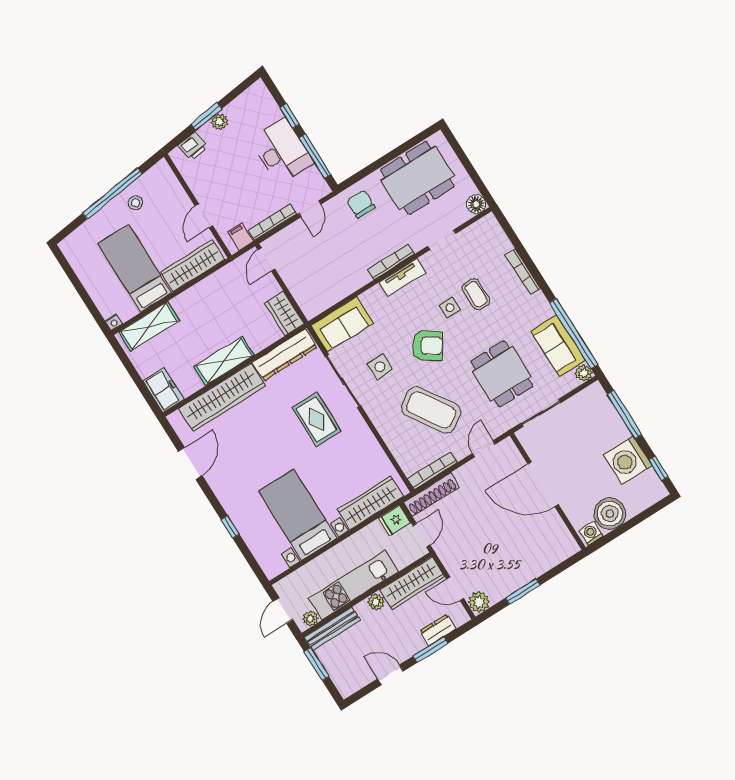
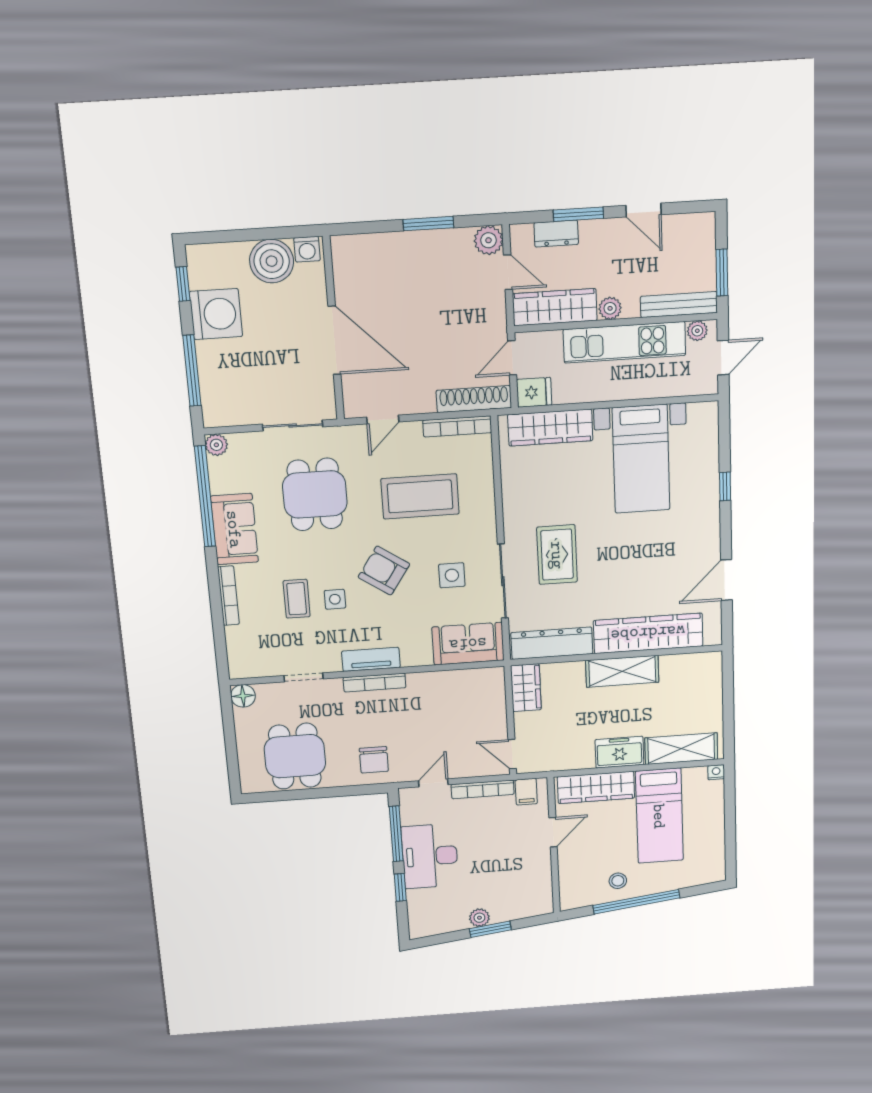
printer: (193, 146) -> (522, 907), removed
dining table: (417, 178) -> (295, 756), width x0.73
door: (266, 259) -> (512, 754), swing flipped
sofa: (558, 346) -> (234, 529), moved
freezer: (163, 390) -> (619, 752), moved, turned 90
coffee table: (431, 410) -> (420, 496), turned -57

